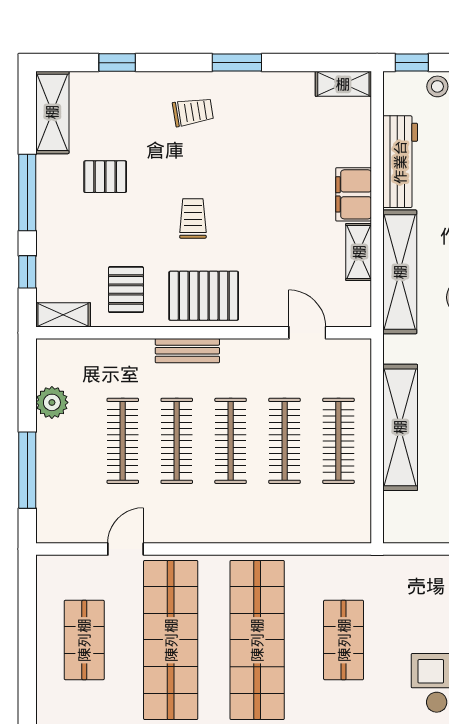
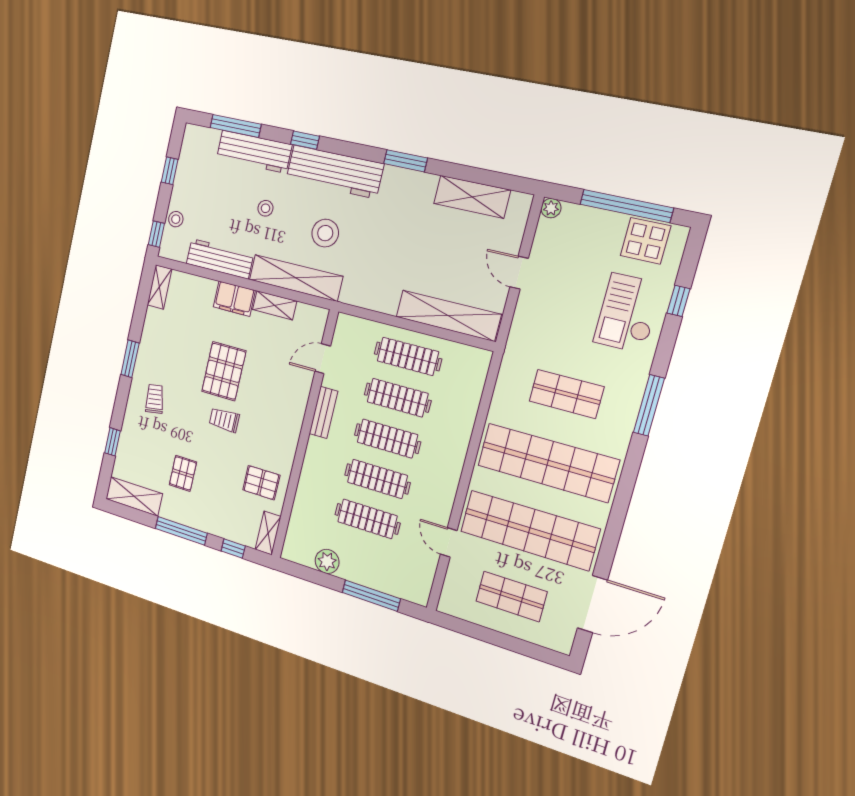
pallet: (204, 296) -> (224, 371), moved
bench: (187, 351) -> (324, 412), moved
shelving: (400, 427) -> (448, 316), moved

